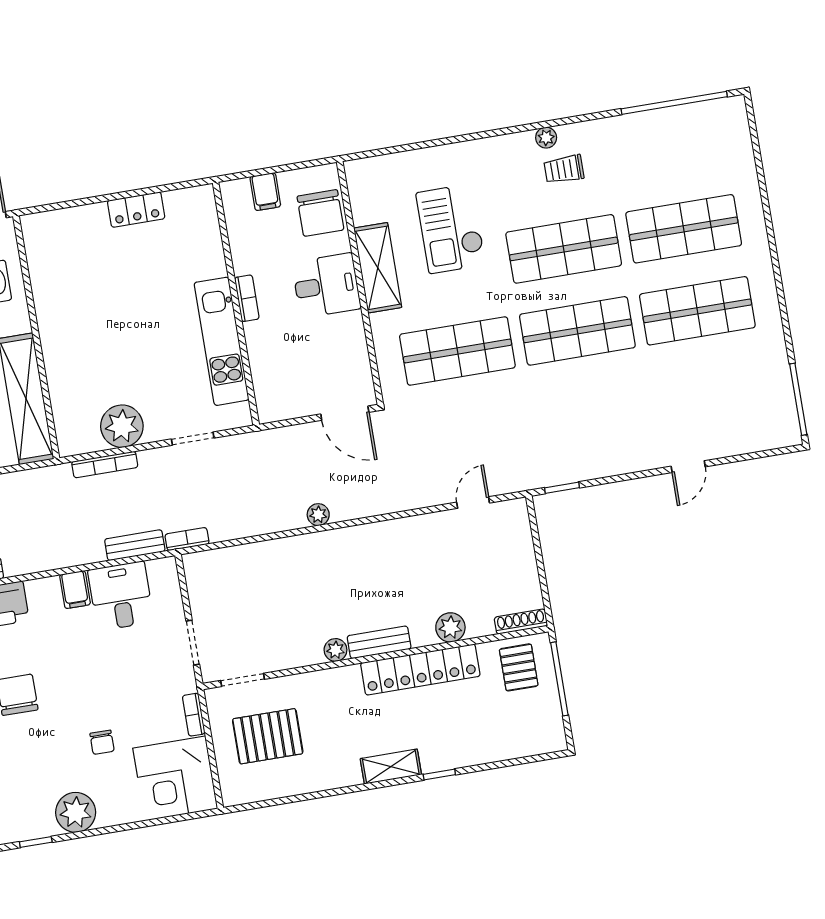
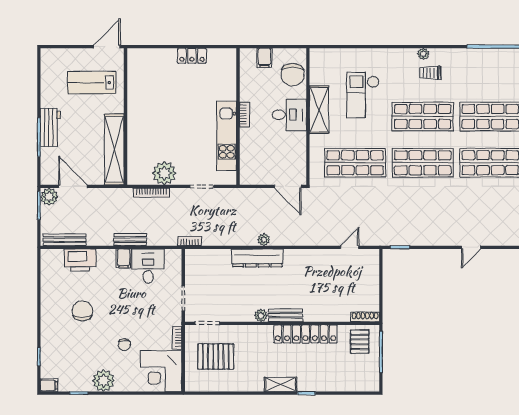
bench: (135, 545) -> (130, 240), moved
dresser: (312, 549) -> (257, 258), added
plant: (450, 627) -> (326, 314), removed

